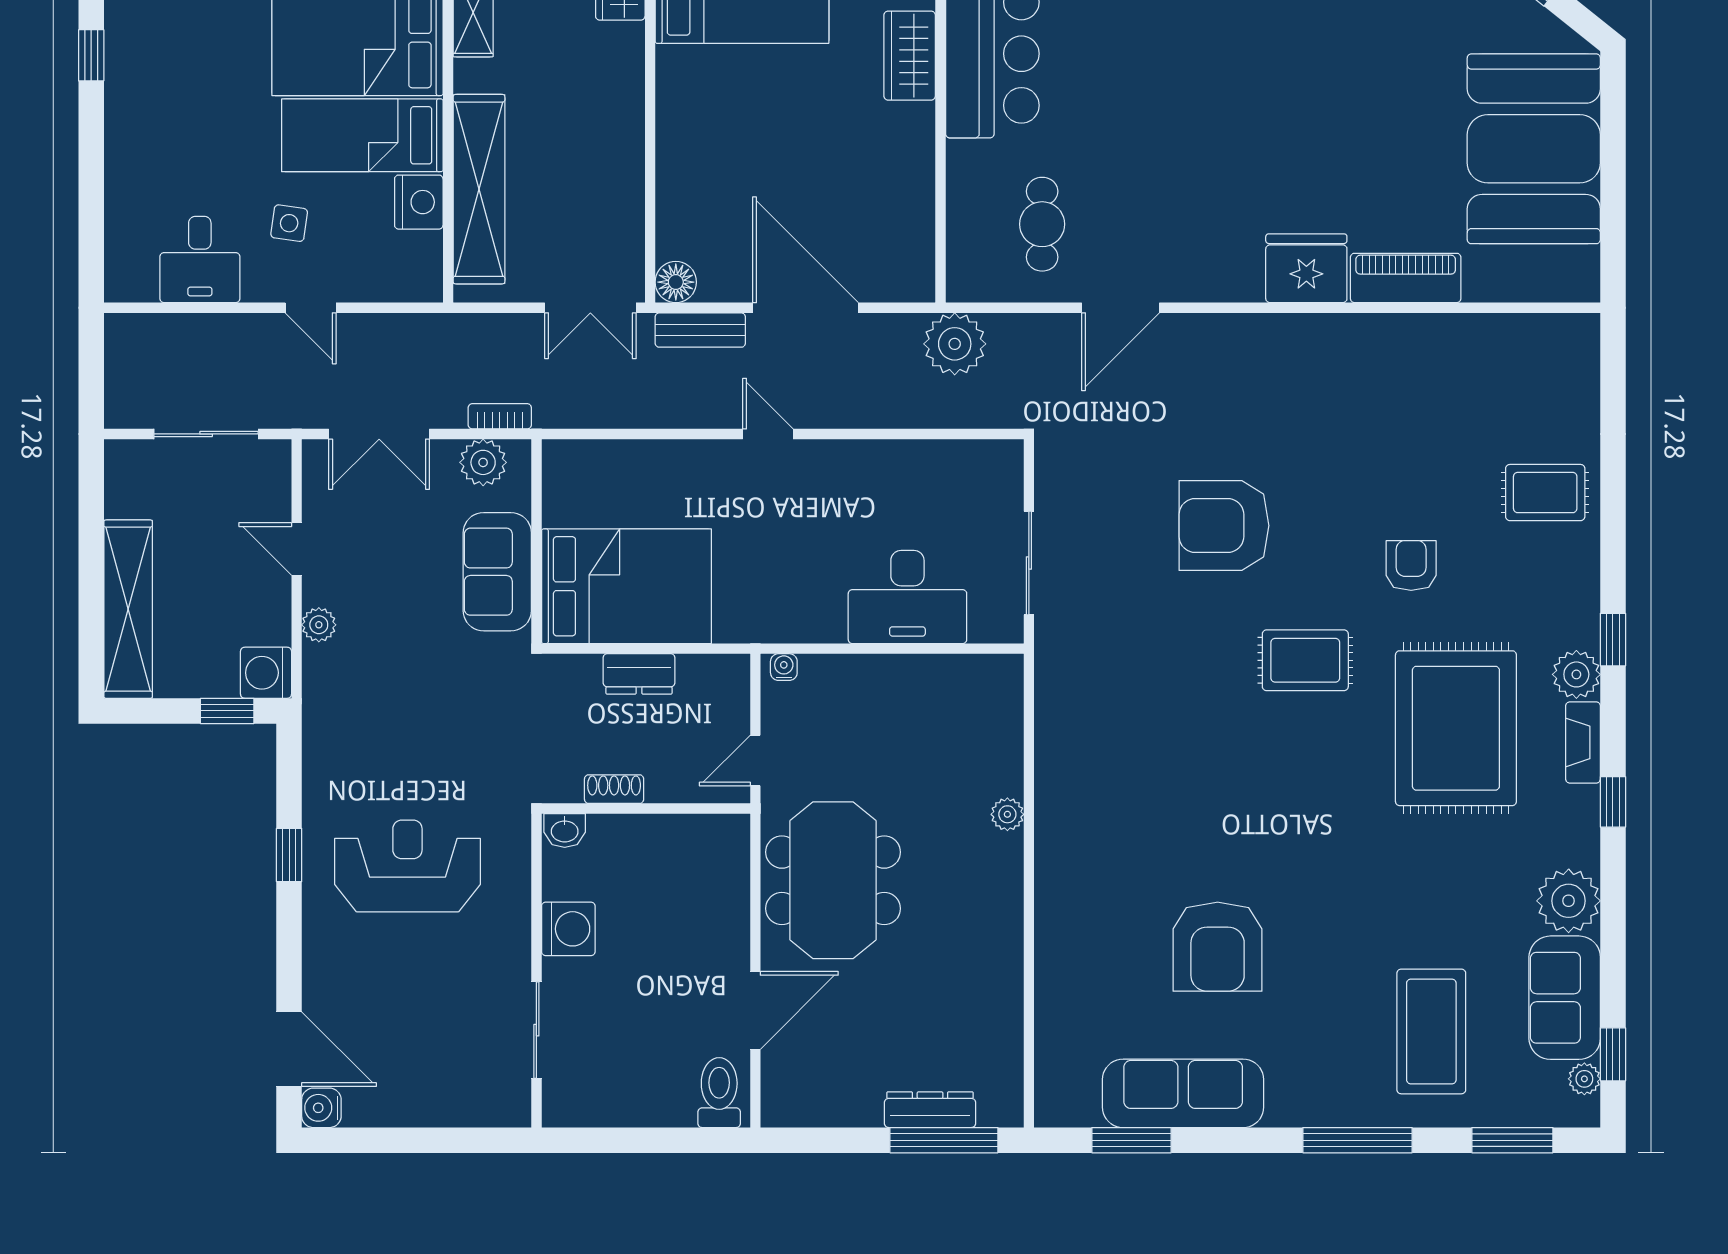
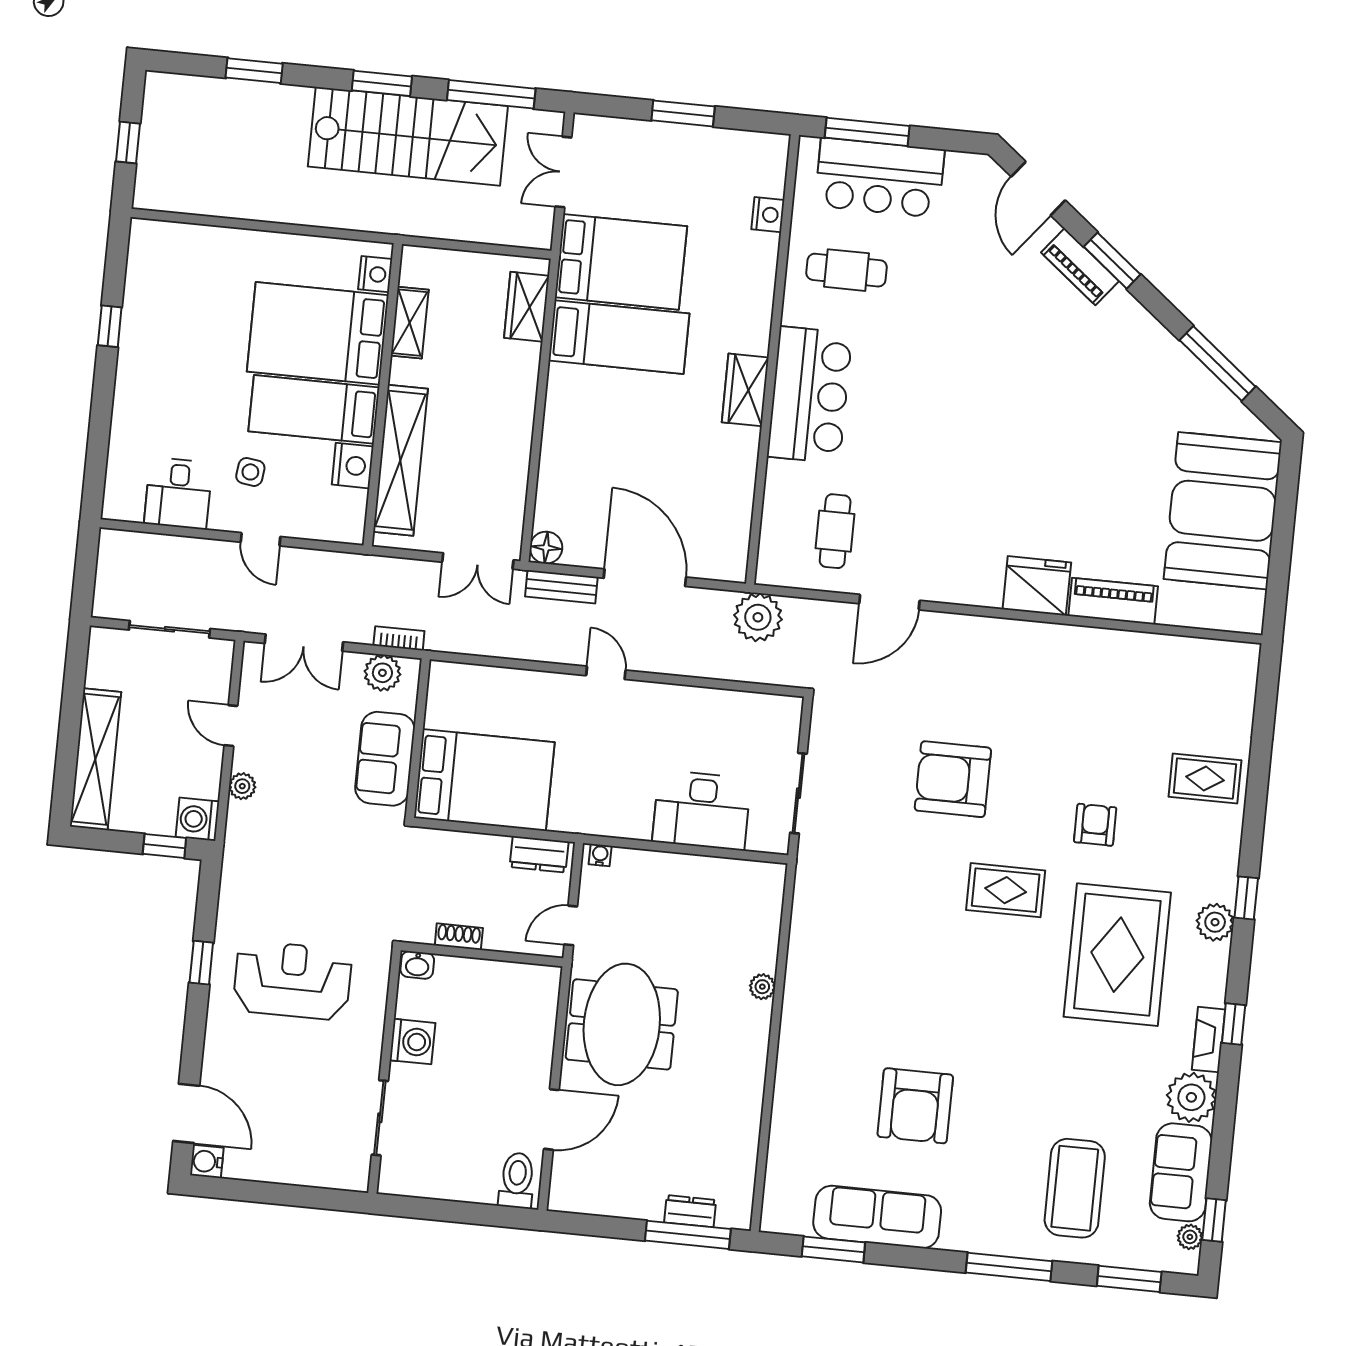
dresser: (639, 674) -> (539, 854), moved
fireplace: (1583, 742) -> (1209, 1040), moved
dresser: (930, 1110) -> (690, 1211), width x0.70

